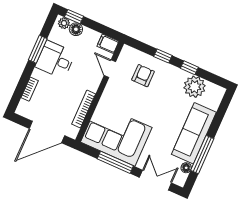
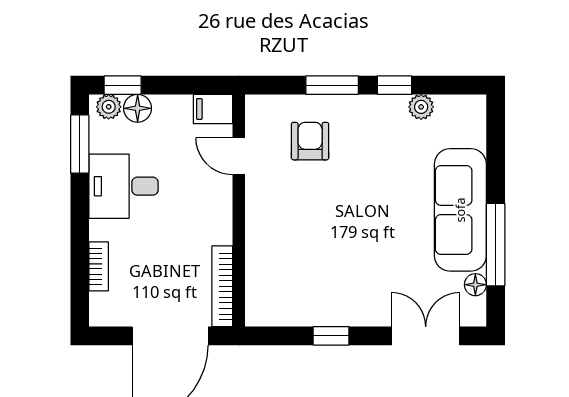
window: (38, 49) -> (80, 144), moved
window: (163, 56) -> (332, 85), width x1.50
plant: (195, 87) -> (421, 107), width x0.53, depth x0.53
bookcase: (84, 109) -> (222, 286), moved
corner sofa: (116, 135) -> (309, 281), removed
window: (115, 162) -> (331, 336), width x0.46

